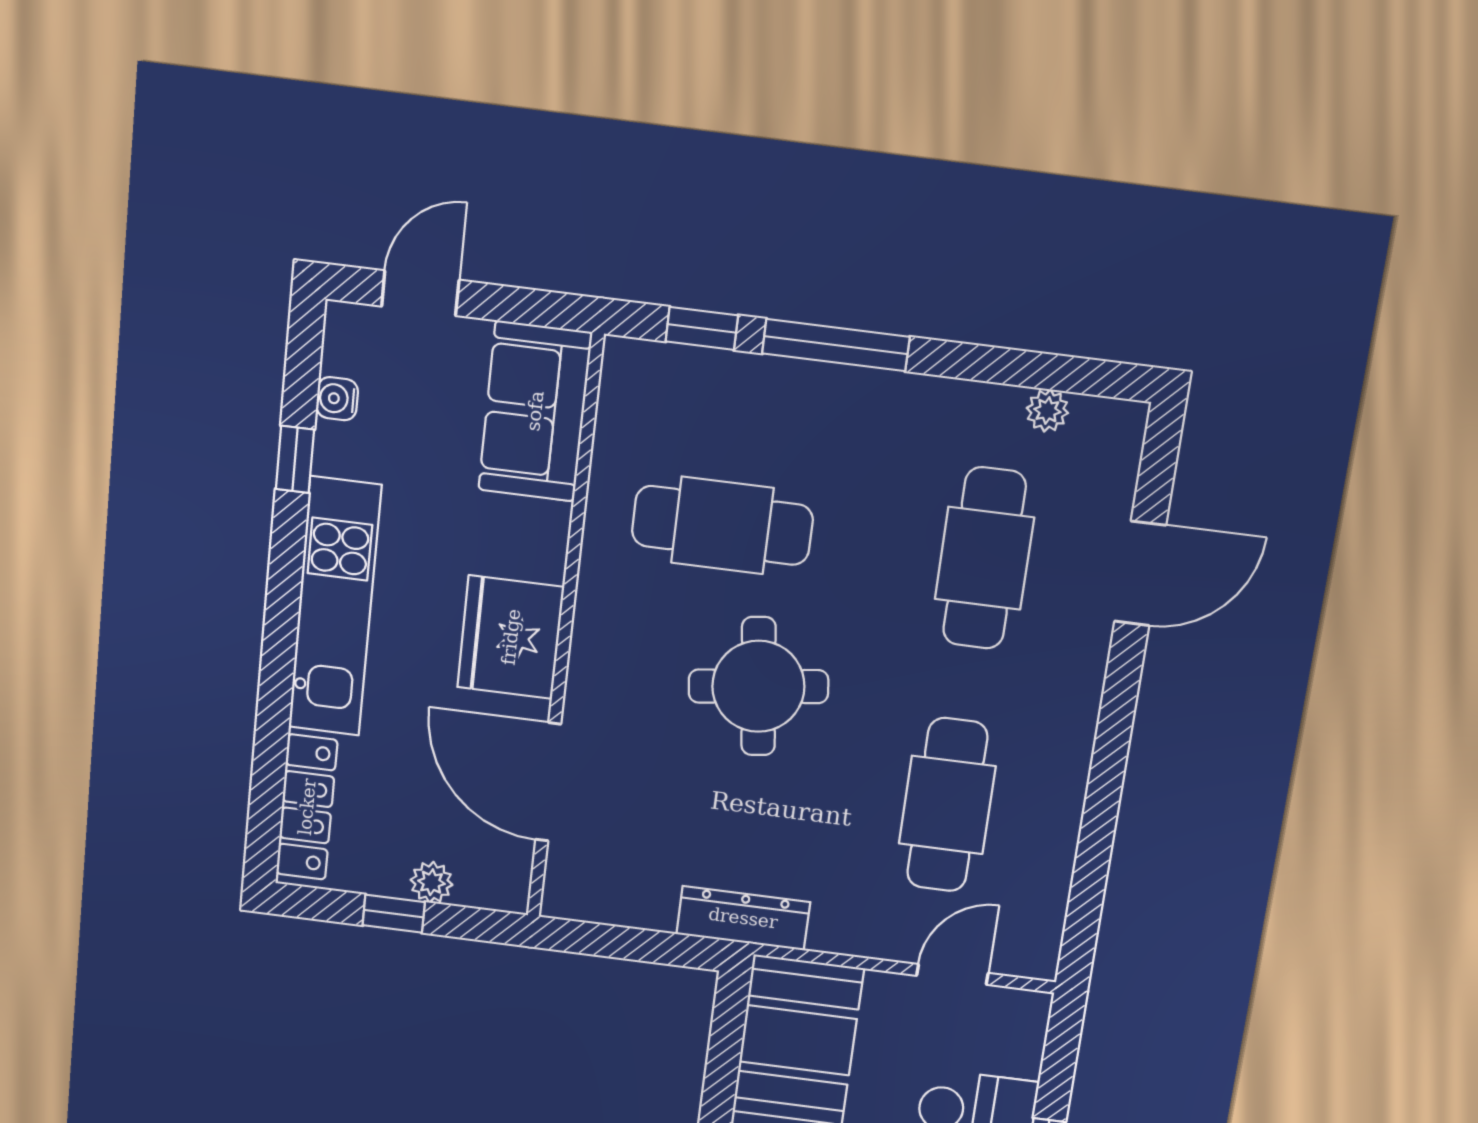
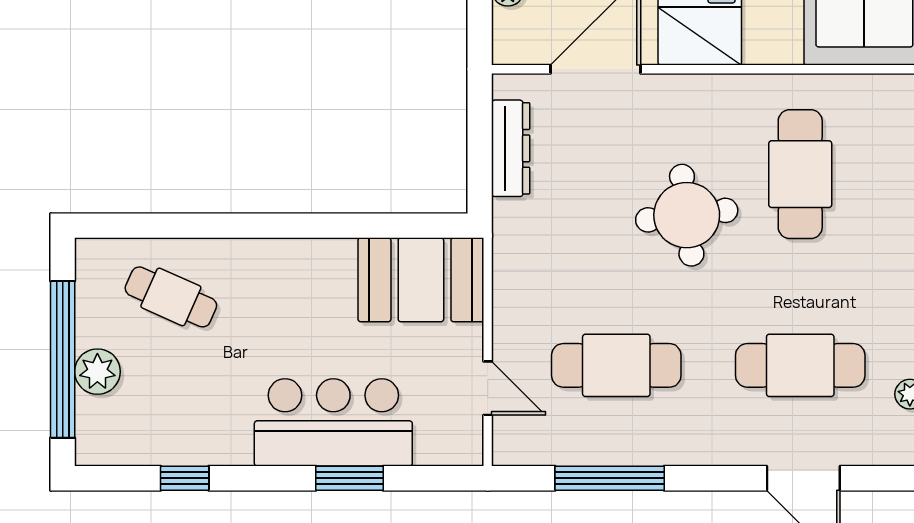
window: (1097, 833) -> (610, 478), added
dresser: (743, 918) -> (511, 148), moved

